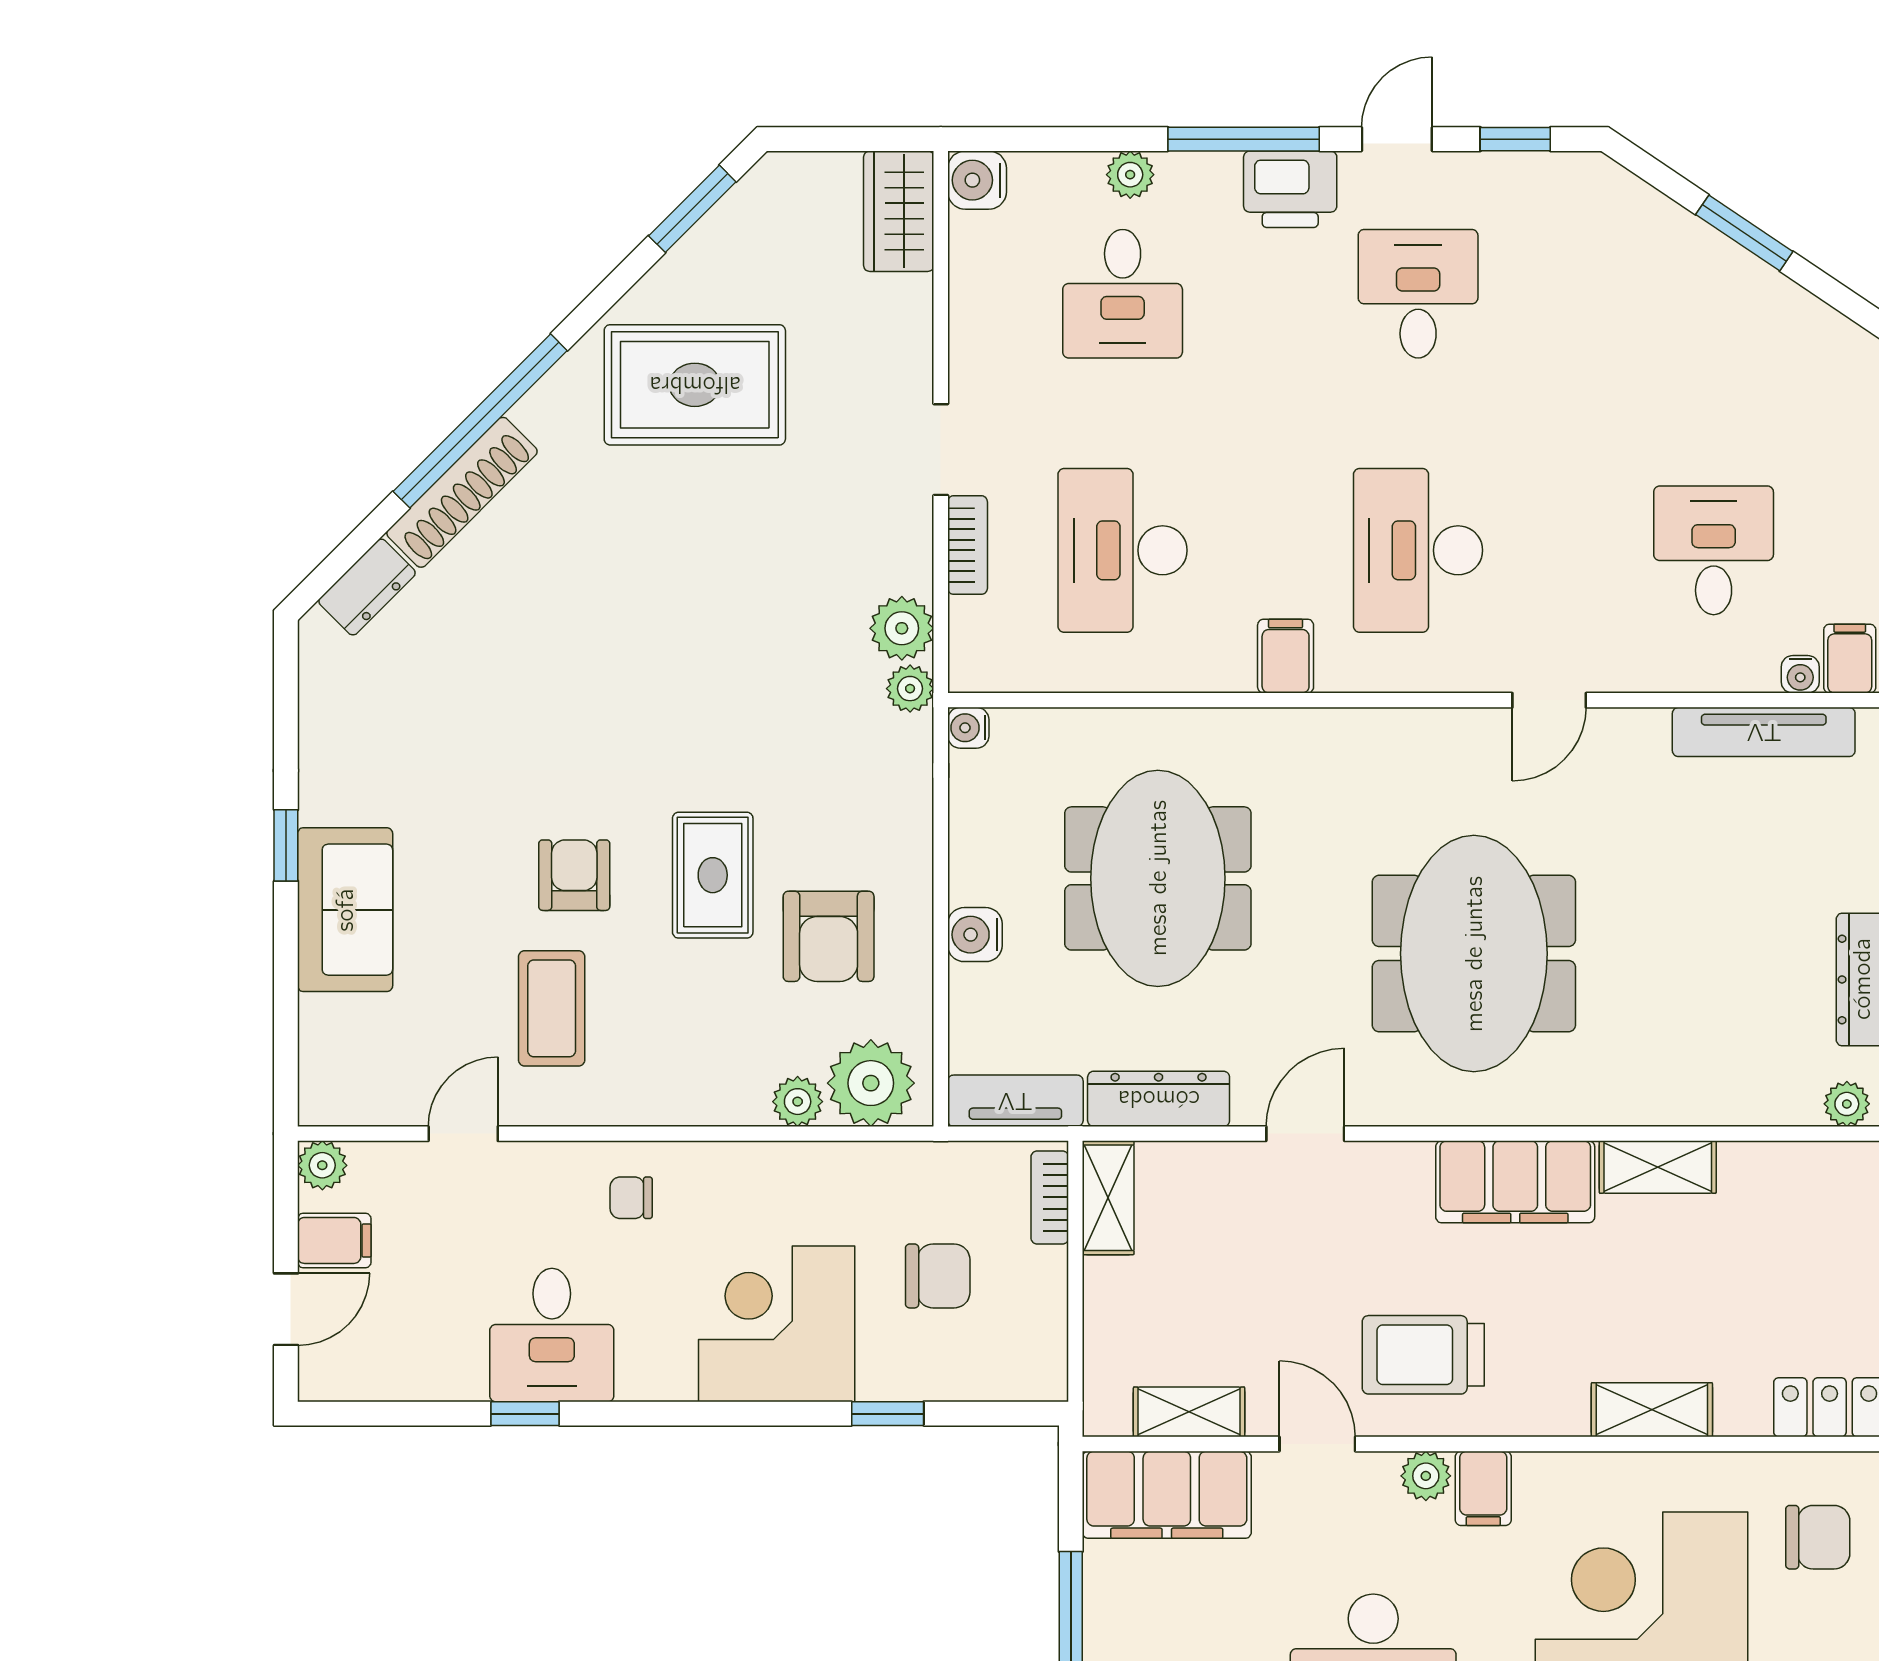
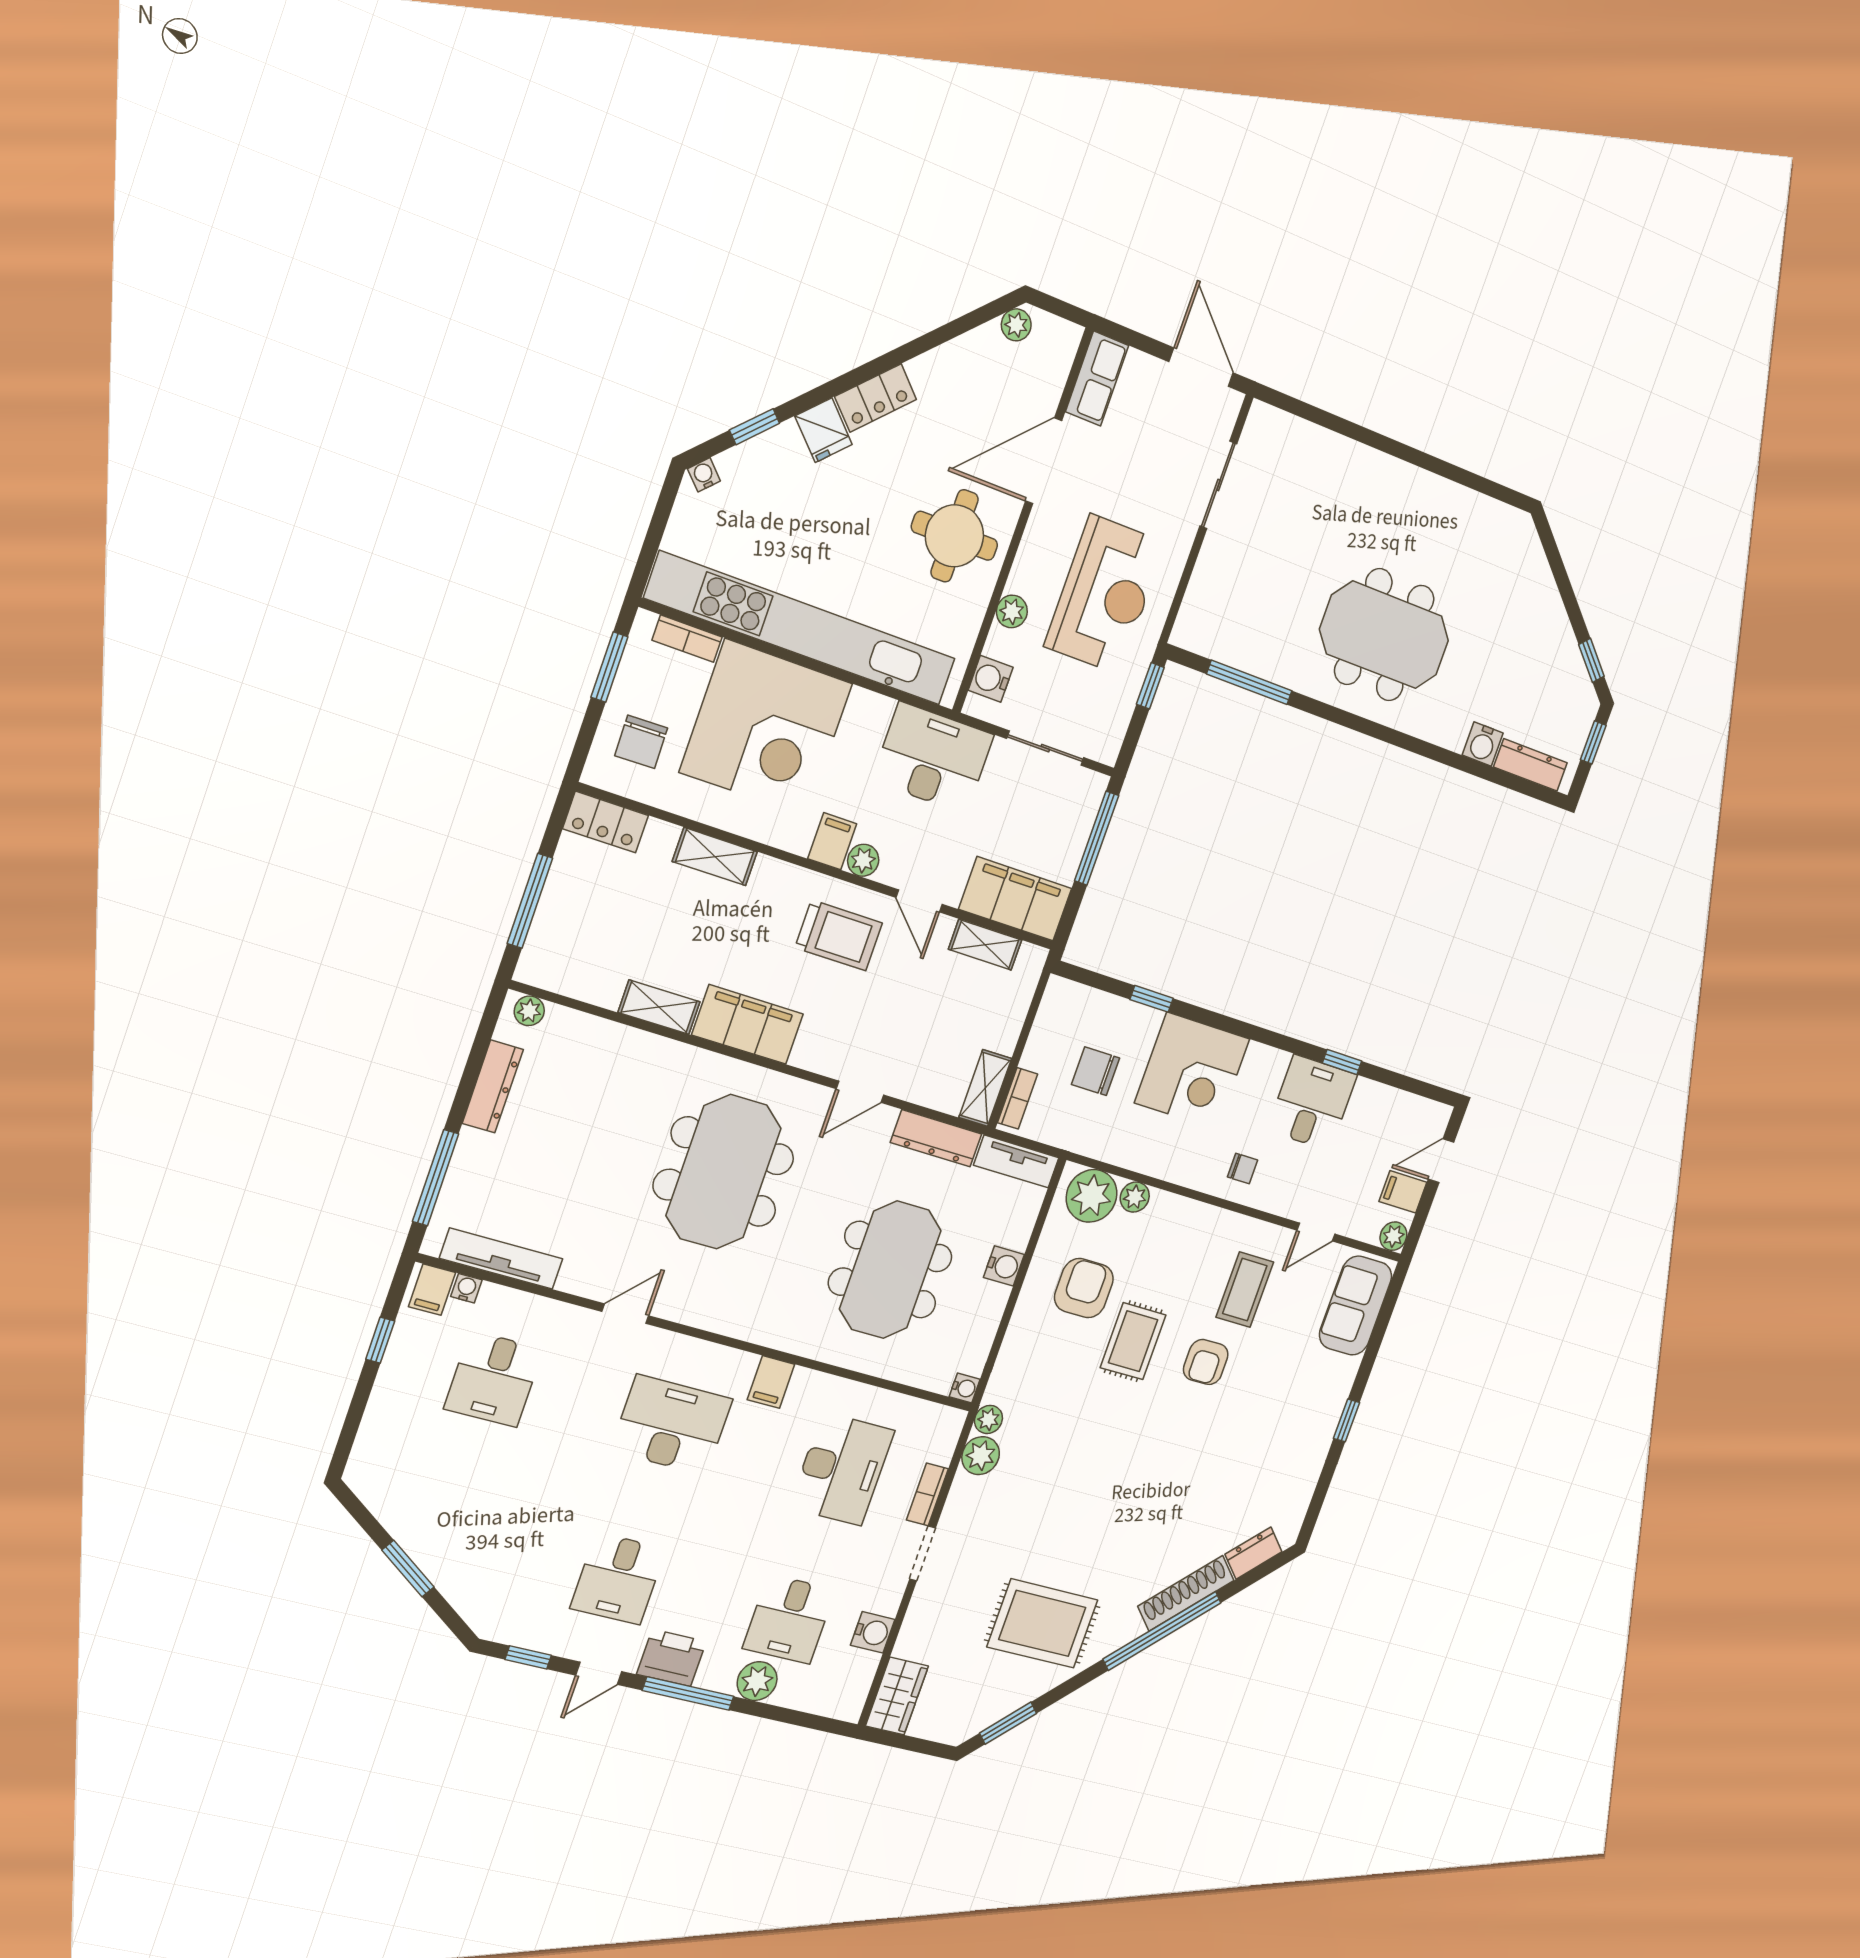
plant: (1130, 175) -> (757, 1681), width x1.38, depth x1.38
water cooler: (977, 180) -> (873, 1632), moved
desk: (1123, 294) -> (789, 1619), turned 180
desk: (1418, 550) -> (672, 1425), turned -90
sofa: (345, 910) -> (1356, 1306), moved
chair: (1818, 1537) -> (641, 742), turned -91

